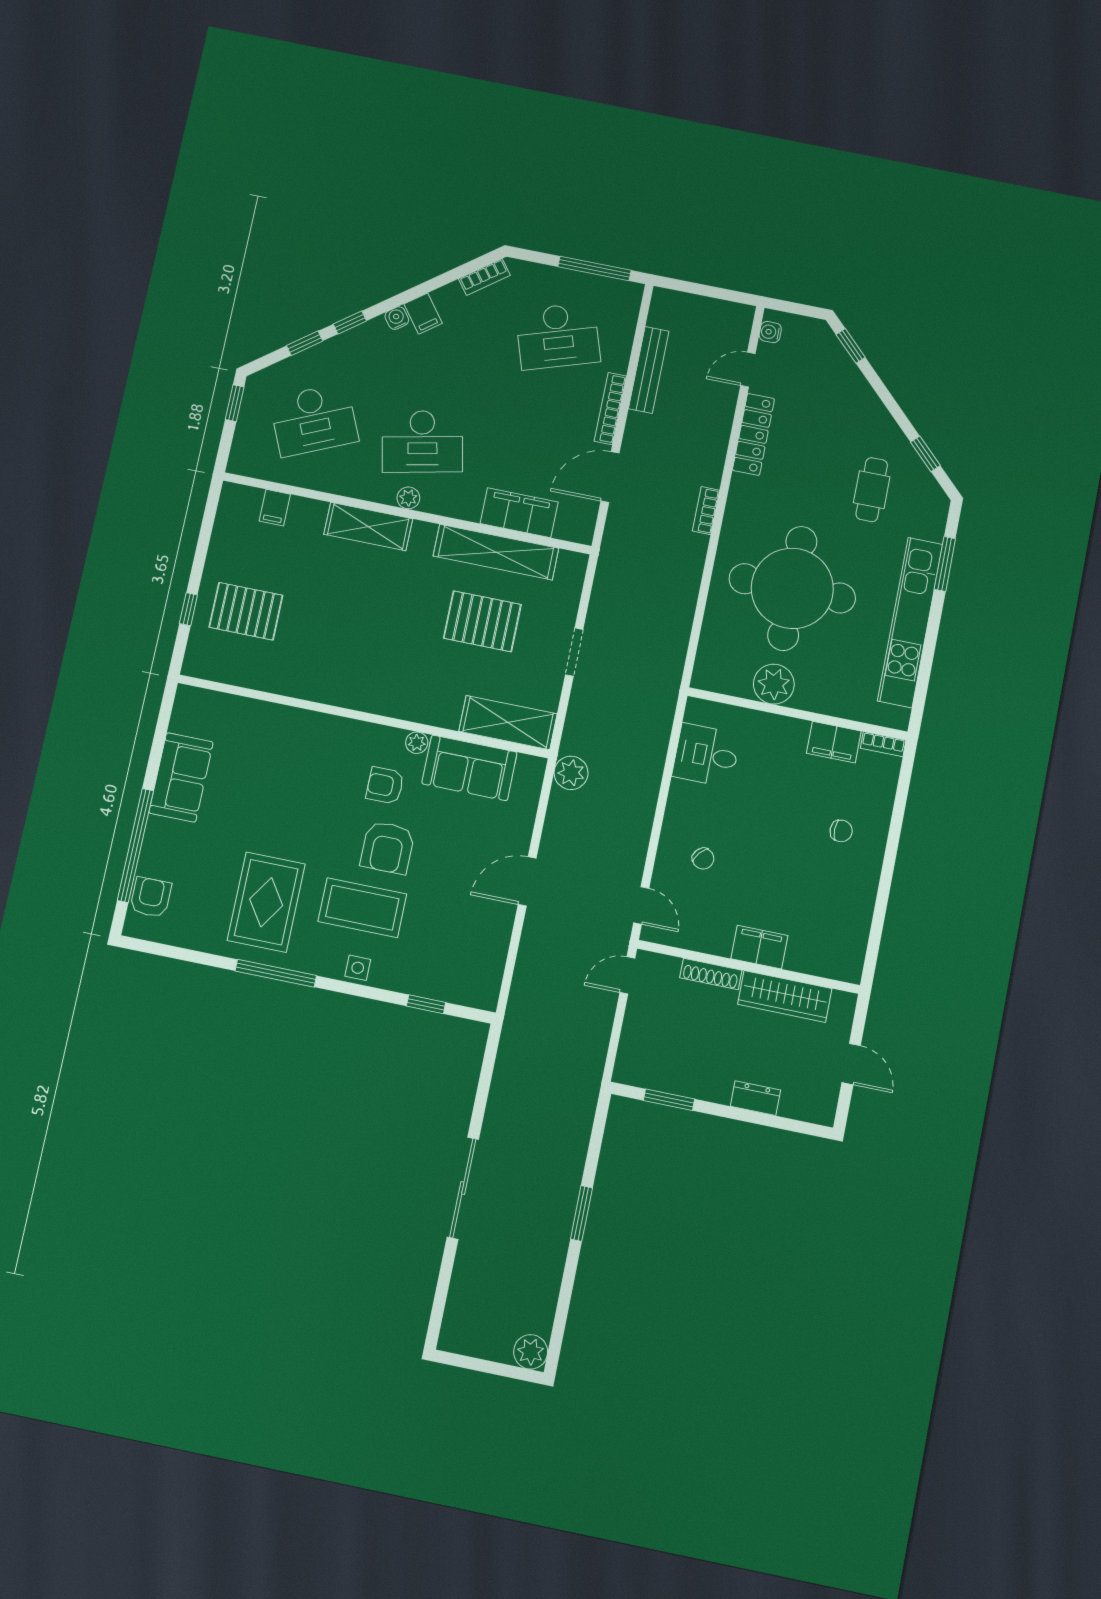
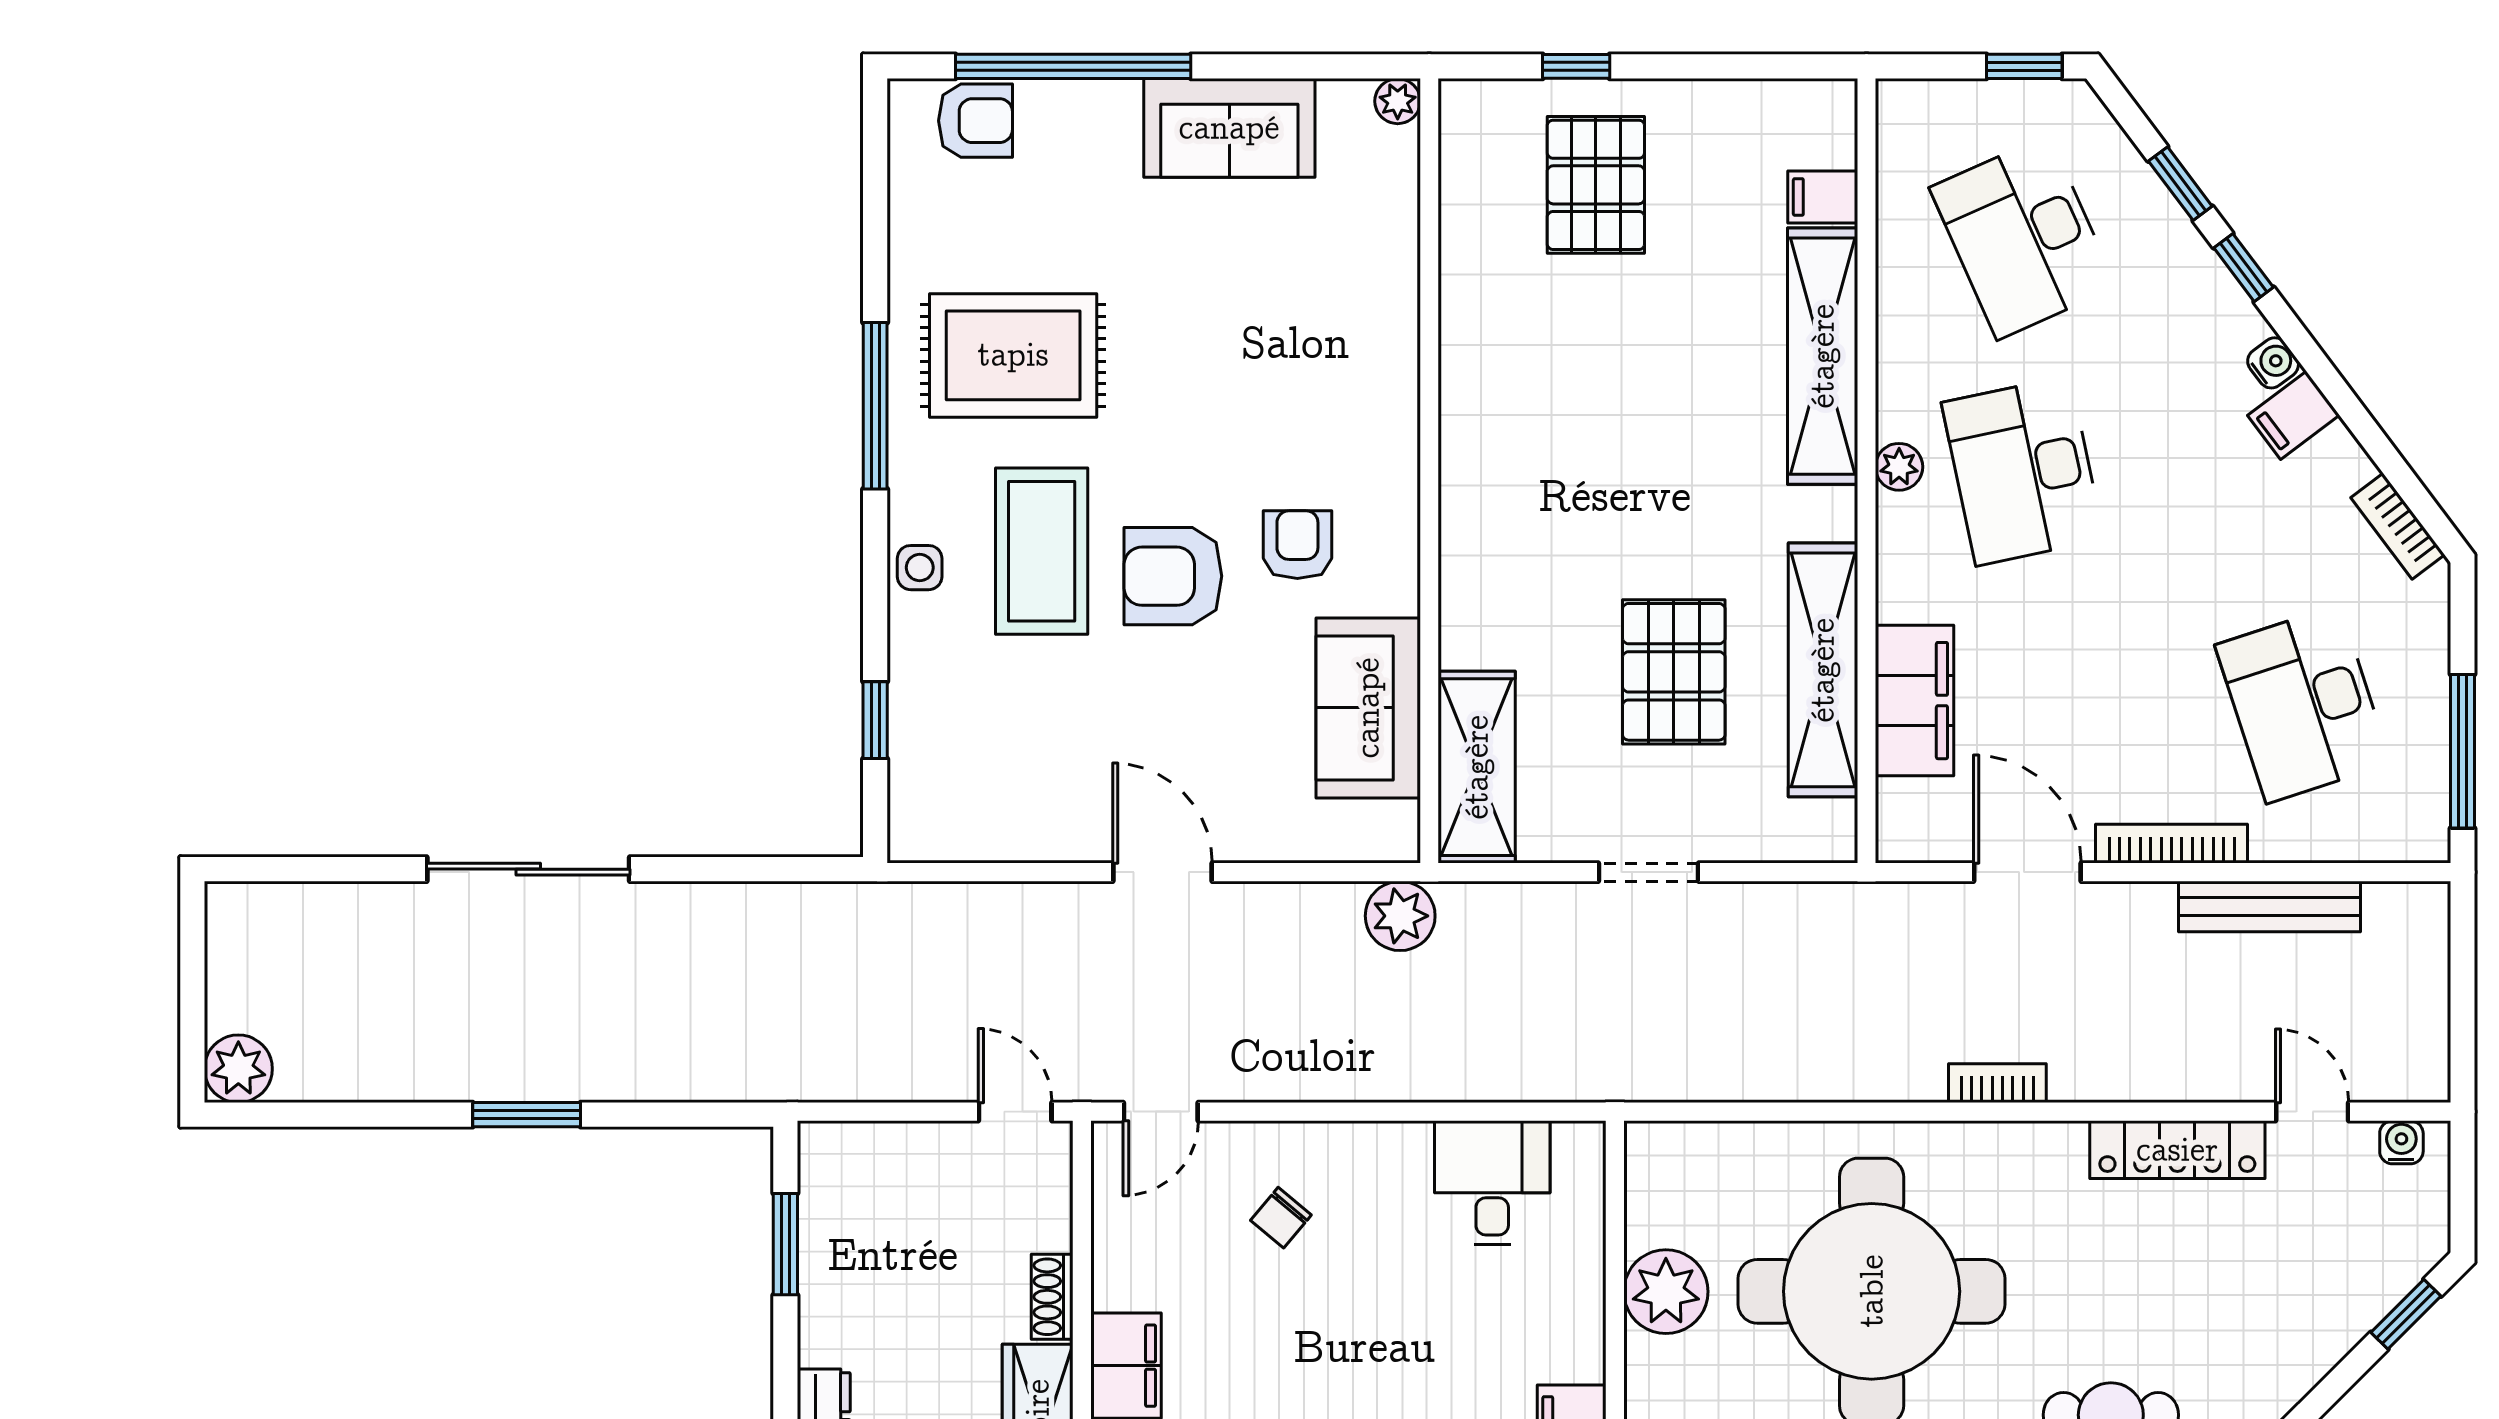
shelving: (368, 527) -> (1823, 356), width x1.47
plant: (417, 743) -> (1398, 101), moved
shoe rack: (711, 974) -> (1052, 1297), width x0.70

